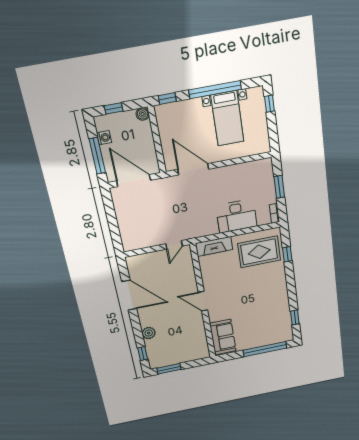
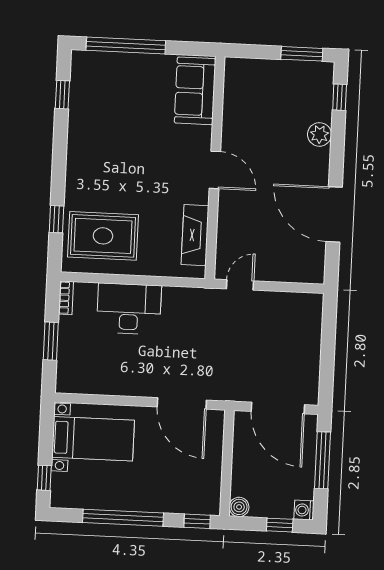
bed with nightstands: (227, 118) -> (93, 439), moved, turned 90
washing machine: (104, 138) -> (304, 510), moved
fireplace: (214, 246) -> (195, 235), moved, turned -90

